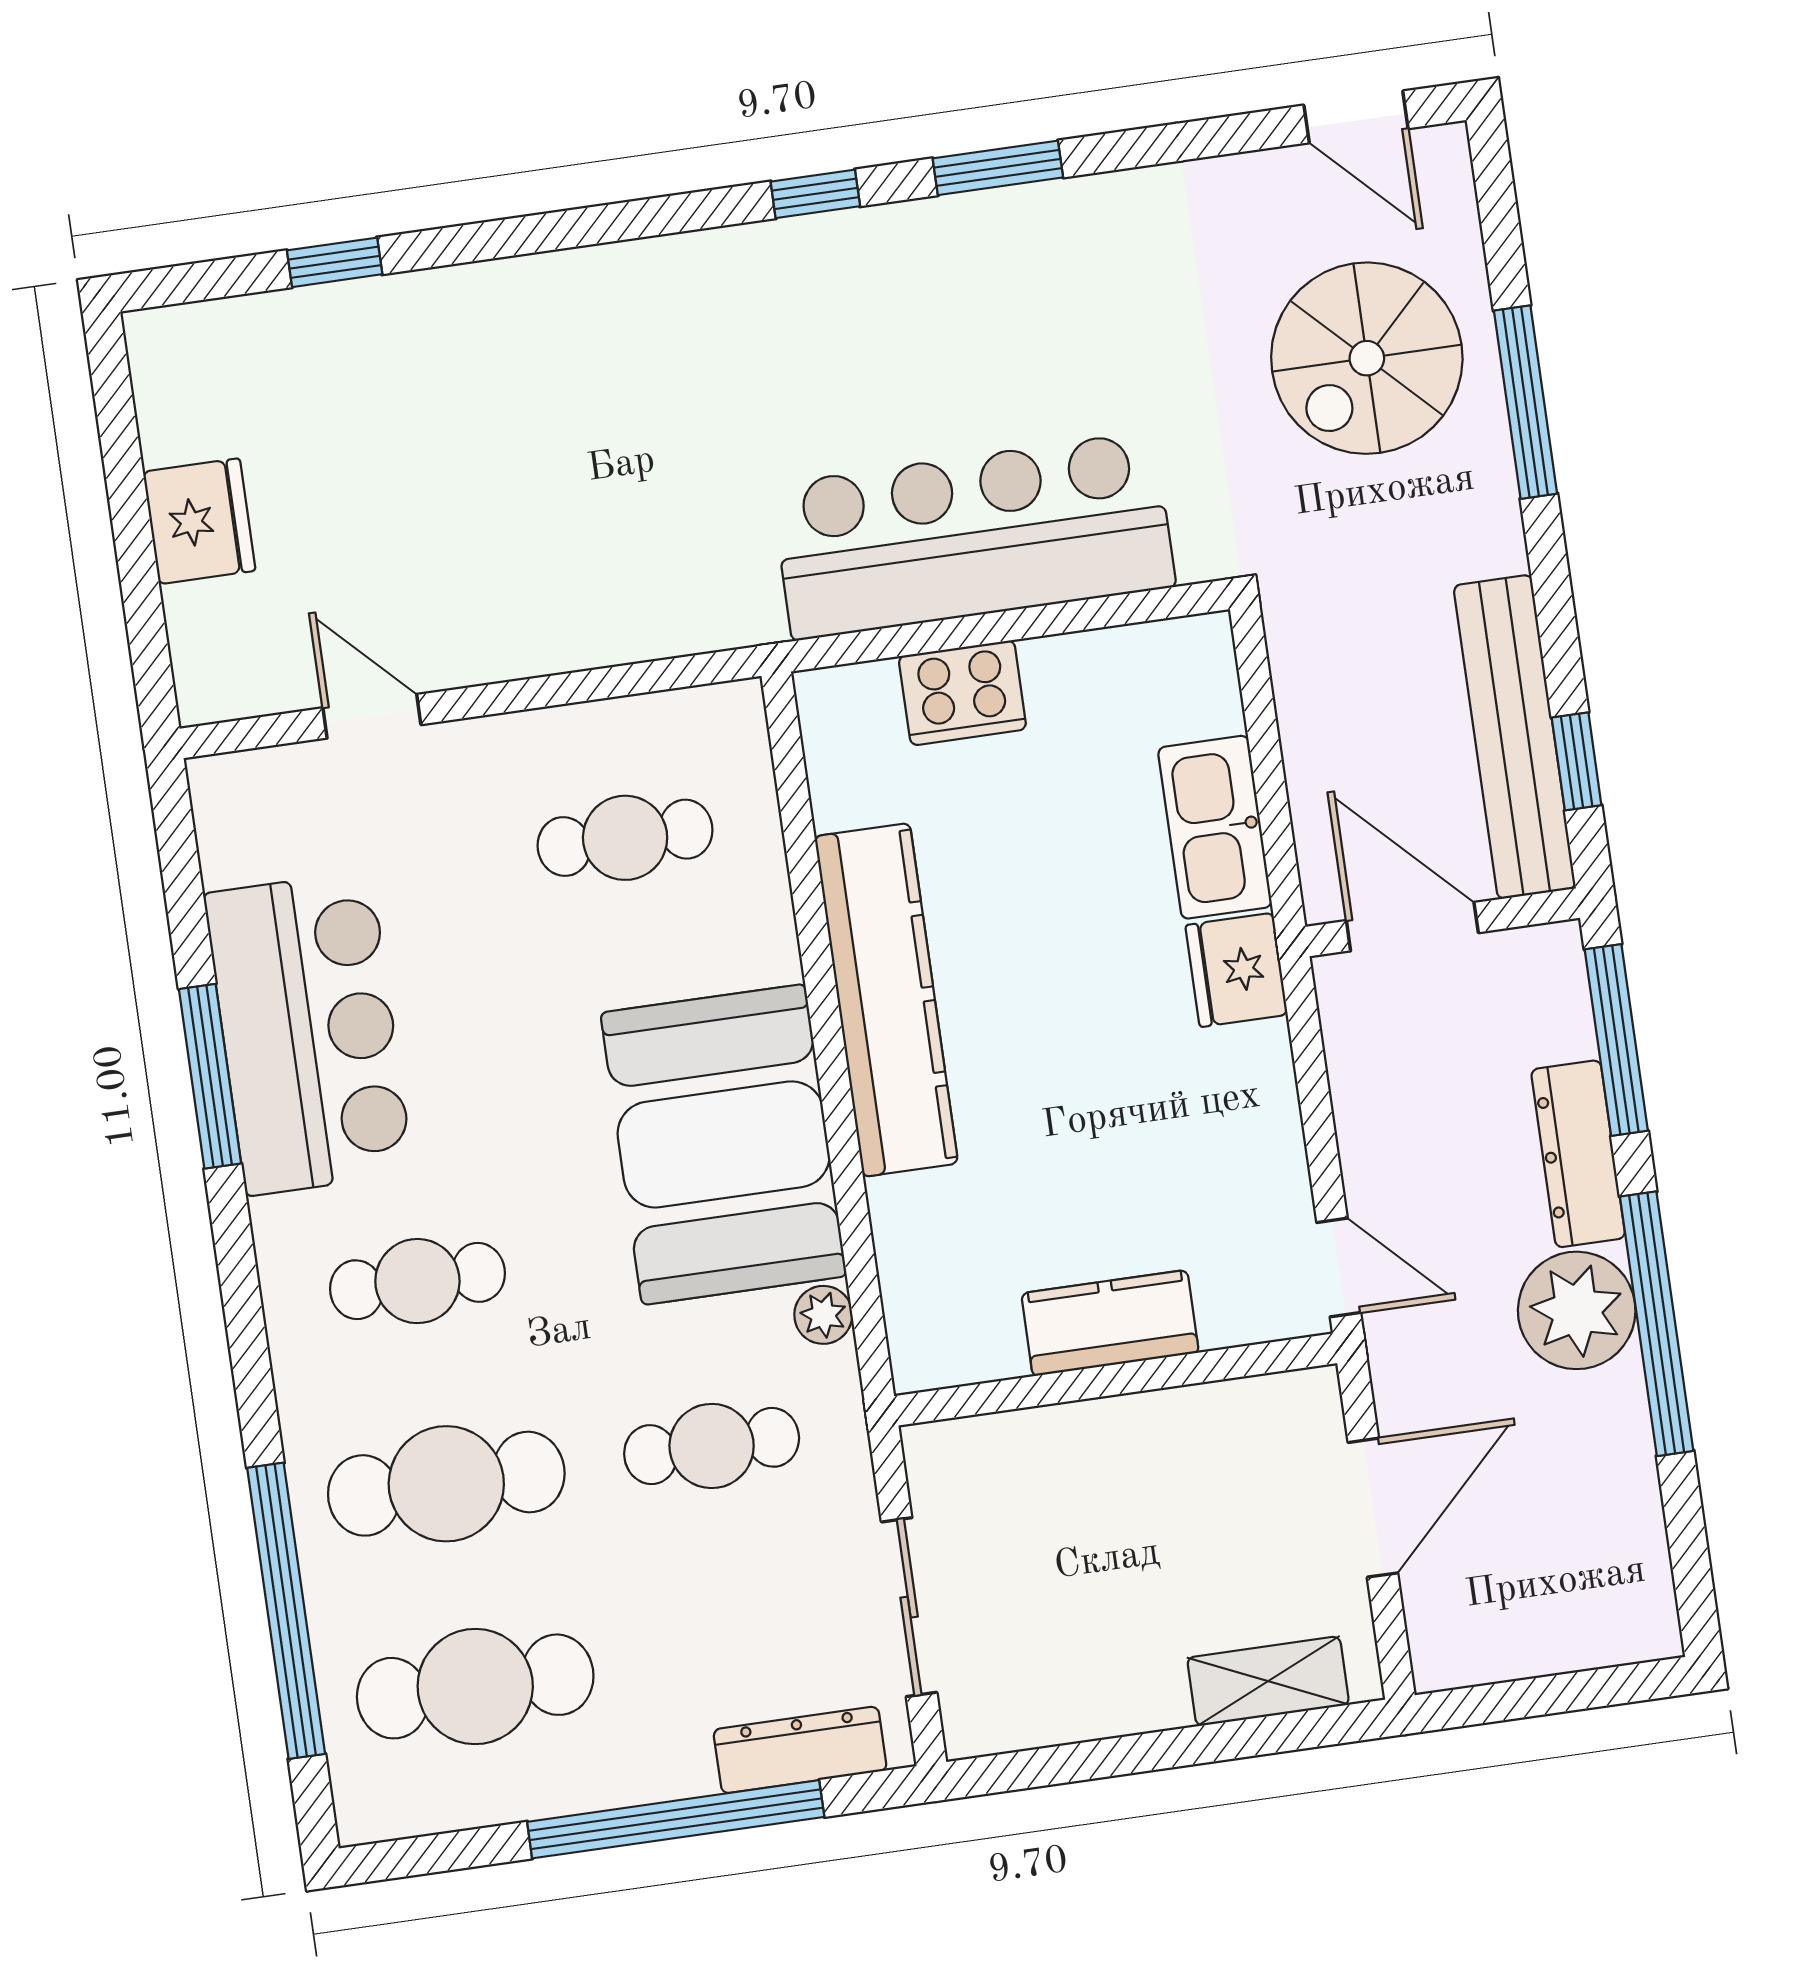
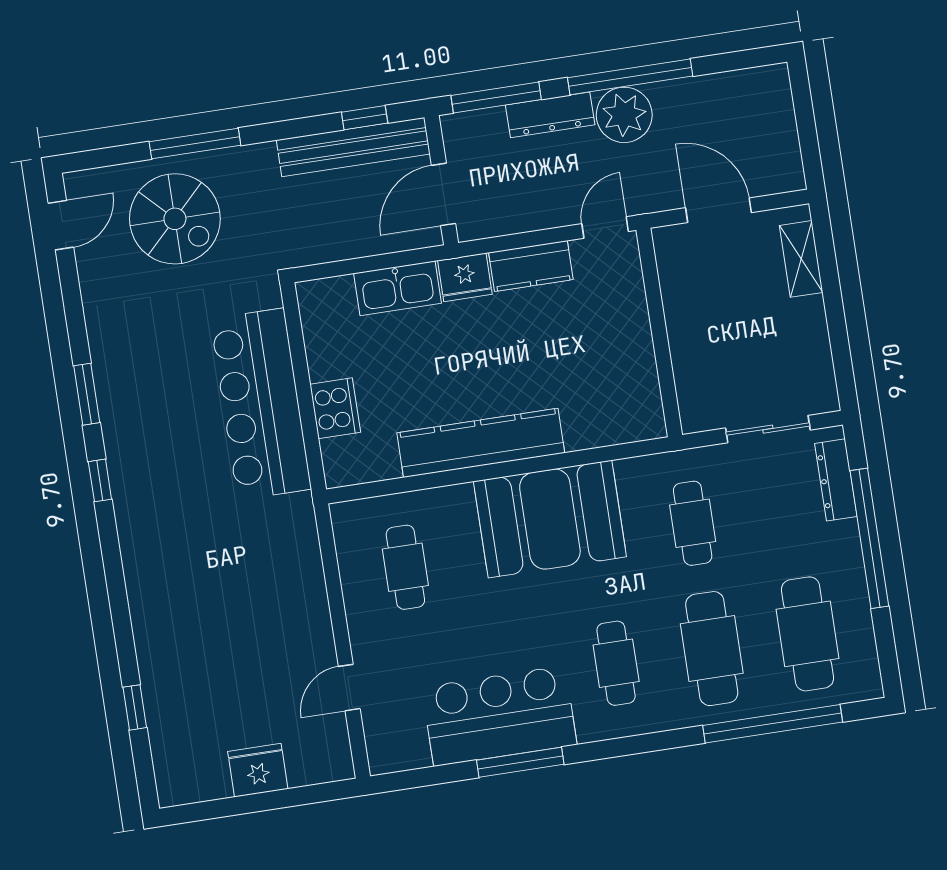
plant: (823, 1315) -> (630, 471), removed
kitchen counter: (1110, 1323) -> (531, 266), moved, turned -90

